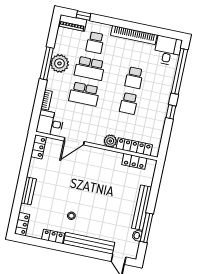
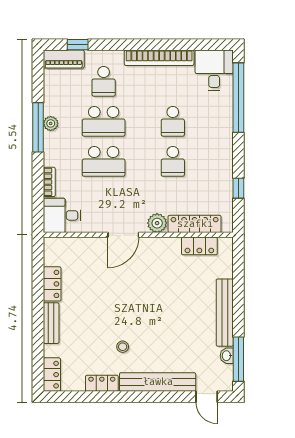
plant: (60, 63) -> (51, 123), width x0.53, depth x0.53
window: (171, 112) -> (238, 188), moved
door: (74, 141) -> (123, 235), moved
locker: (39, 147) -> (52, 284), moved
window: (147, 228) -> (238, 359), moved

